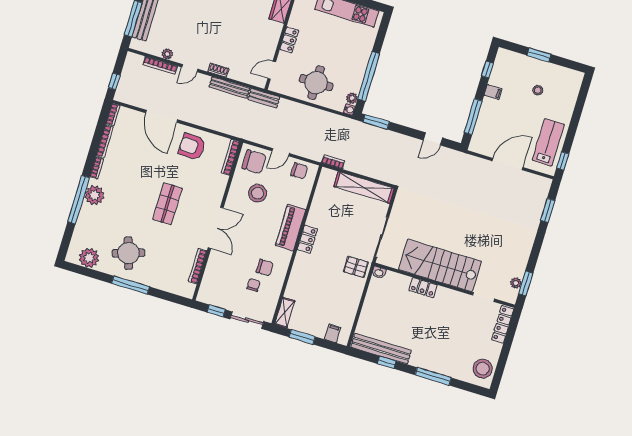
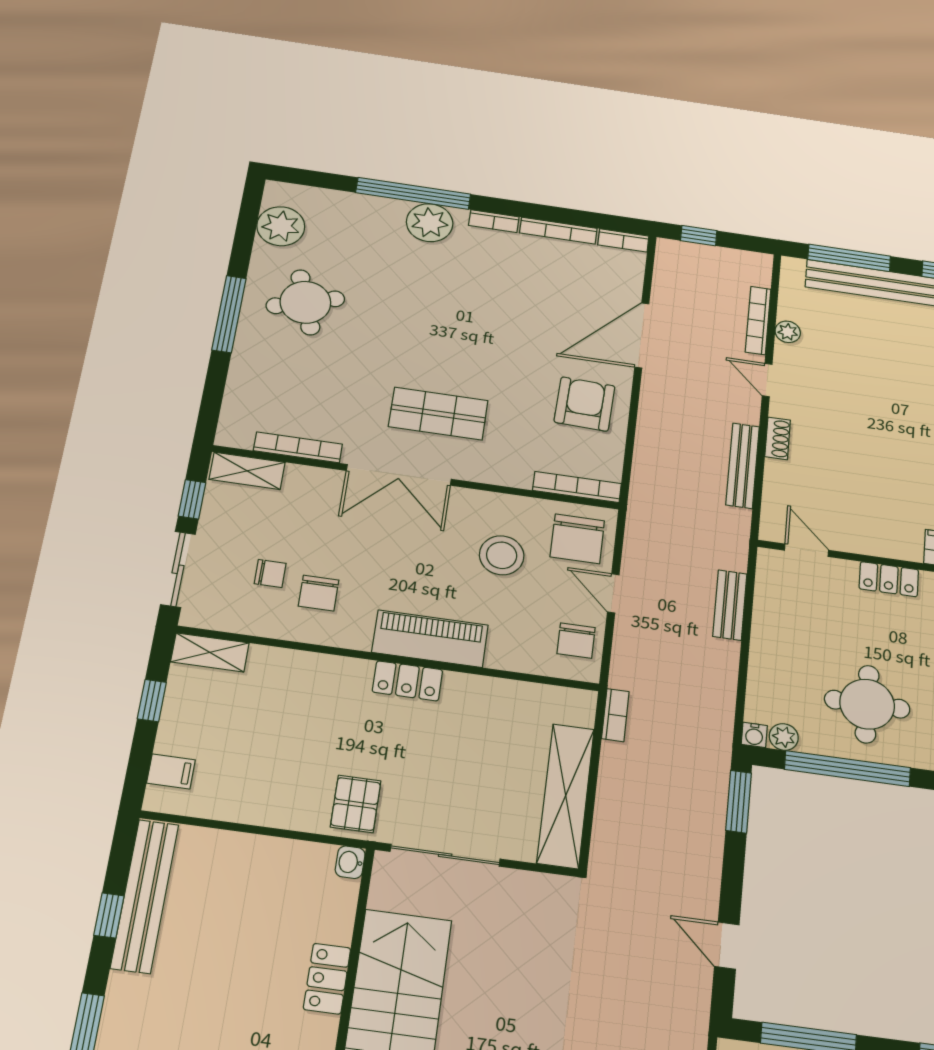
round table: (316, 83) -> (867, 704), moved
bench: (264, 98) -> (730, 605), moved
shop shelf: (167, 204) -> (438, 414), moved
shelving: (206, 288) -> (247, 471), added
window: (302, 337) -> (152, 701), width x0.67

